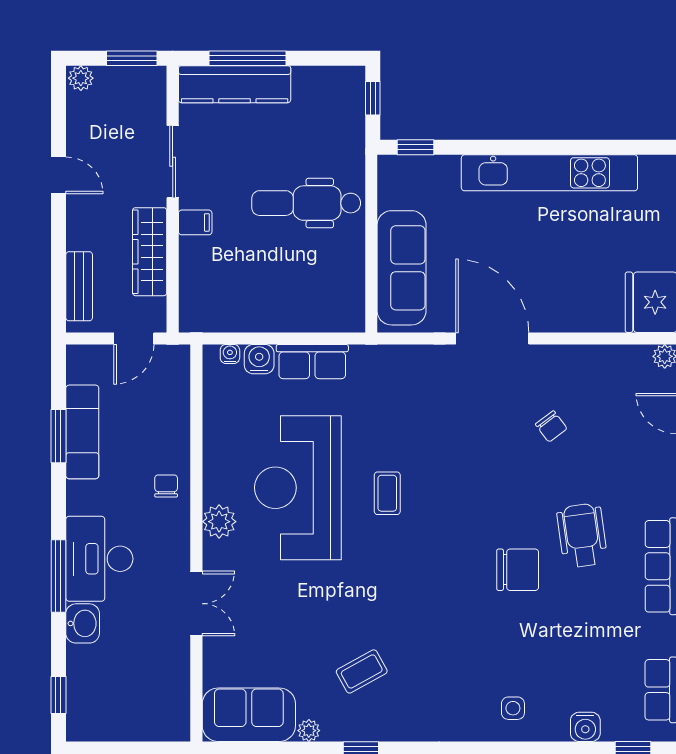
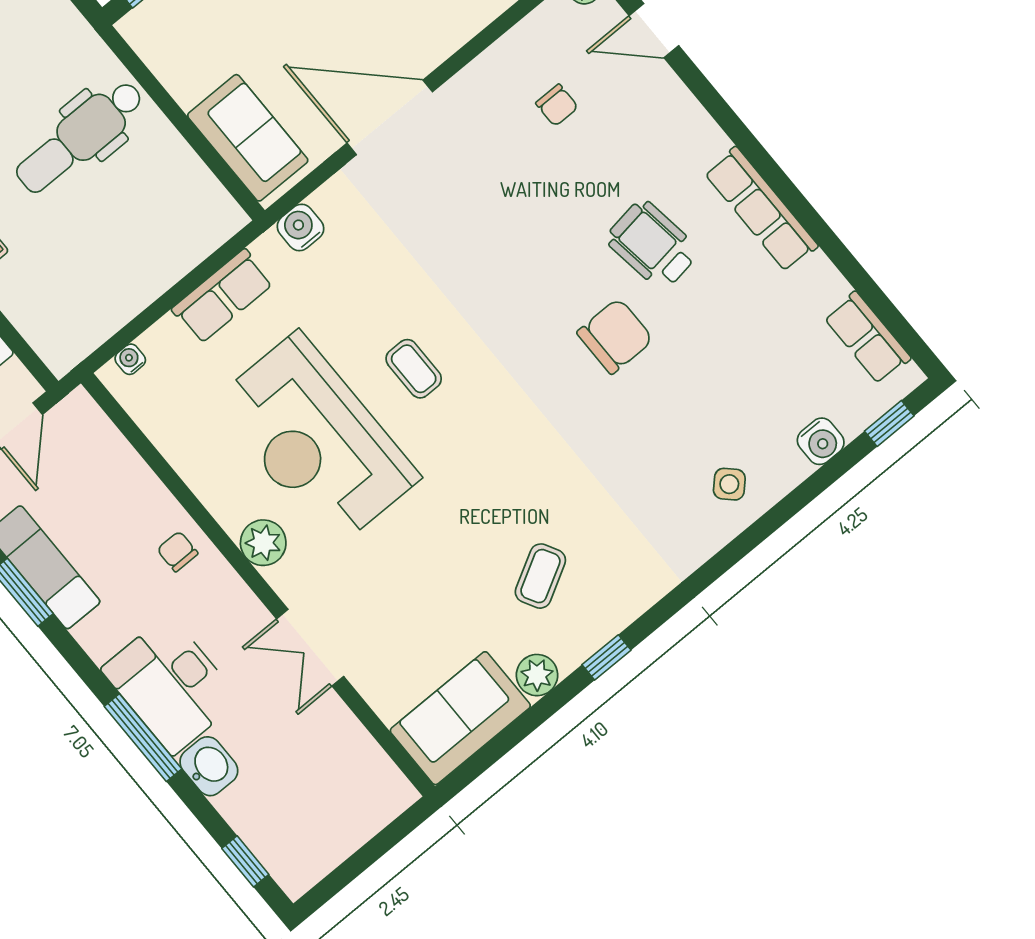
sofa: (402, 268) -> (248, 138), width x0.73
water cooler: (259, 359) -> (300, 227), moved
chair: (551, 426) -> (557, 105), moved, turned 37
double door: (196, 604) -> (310, 648), swing flipped
side table: (513, 708) -> (729, 484), turned 45
plant: (309, 731) -> (537, 675), width x1.38, depth x1.38

